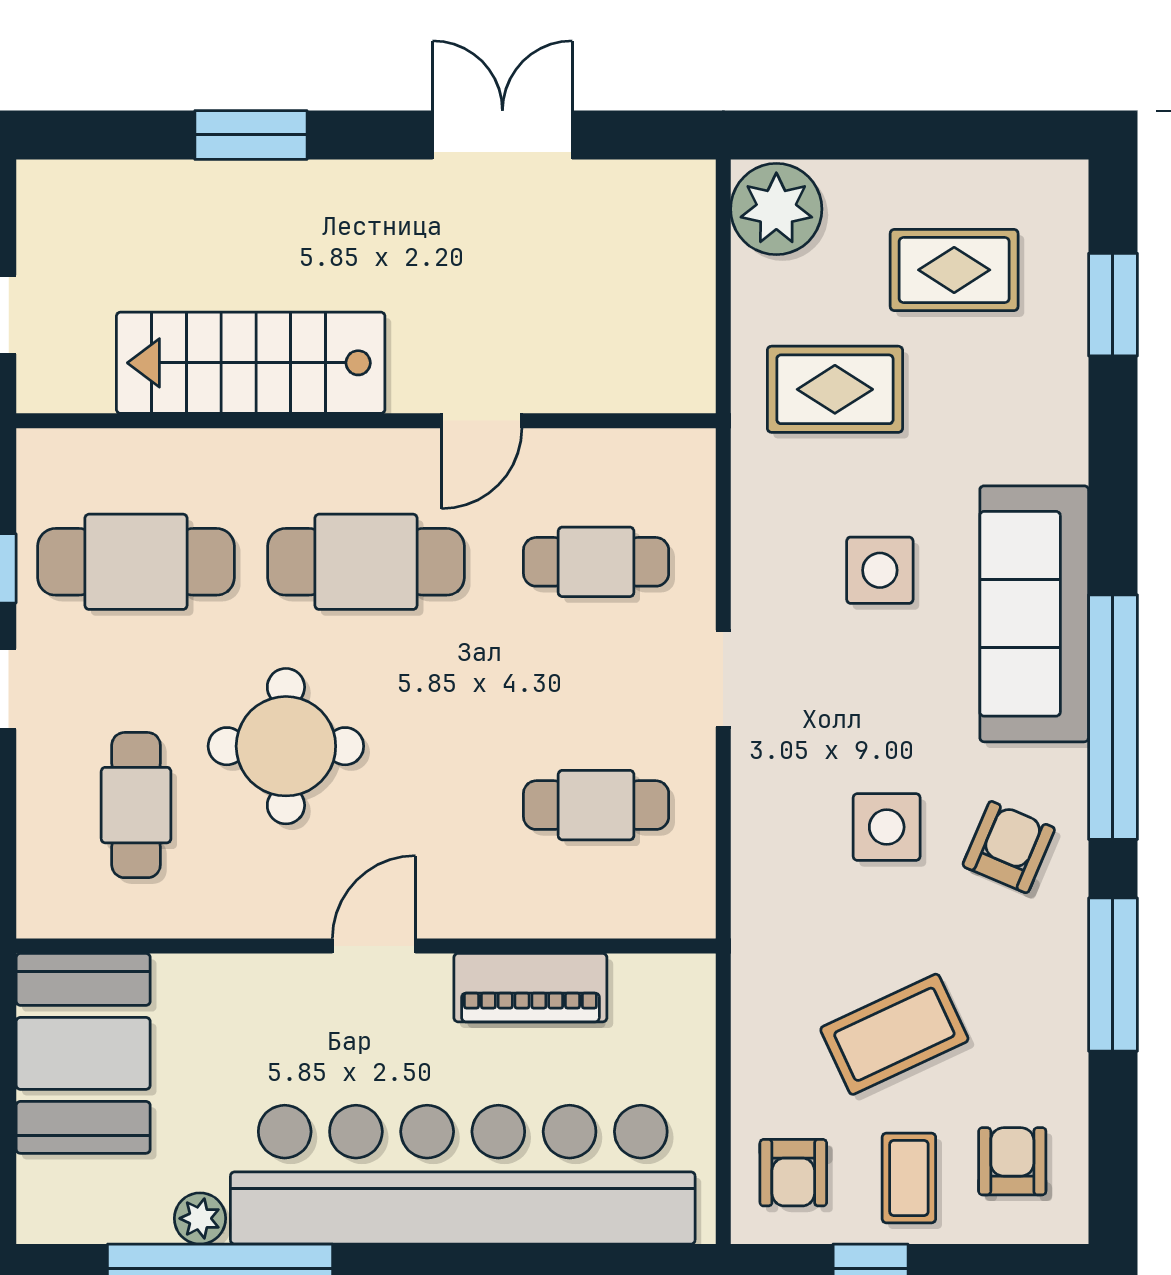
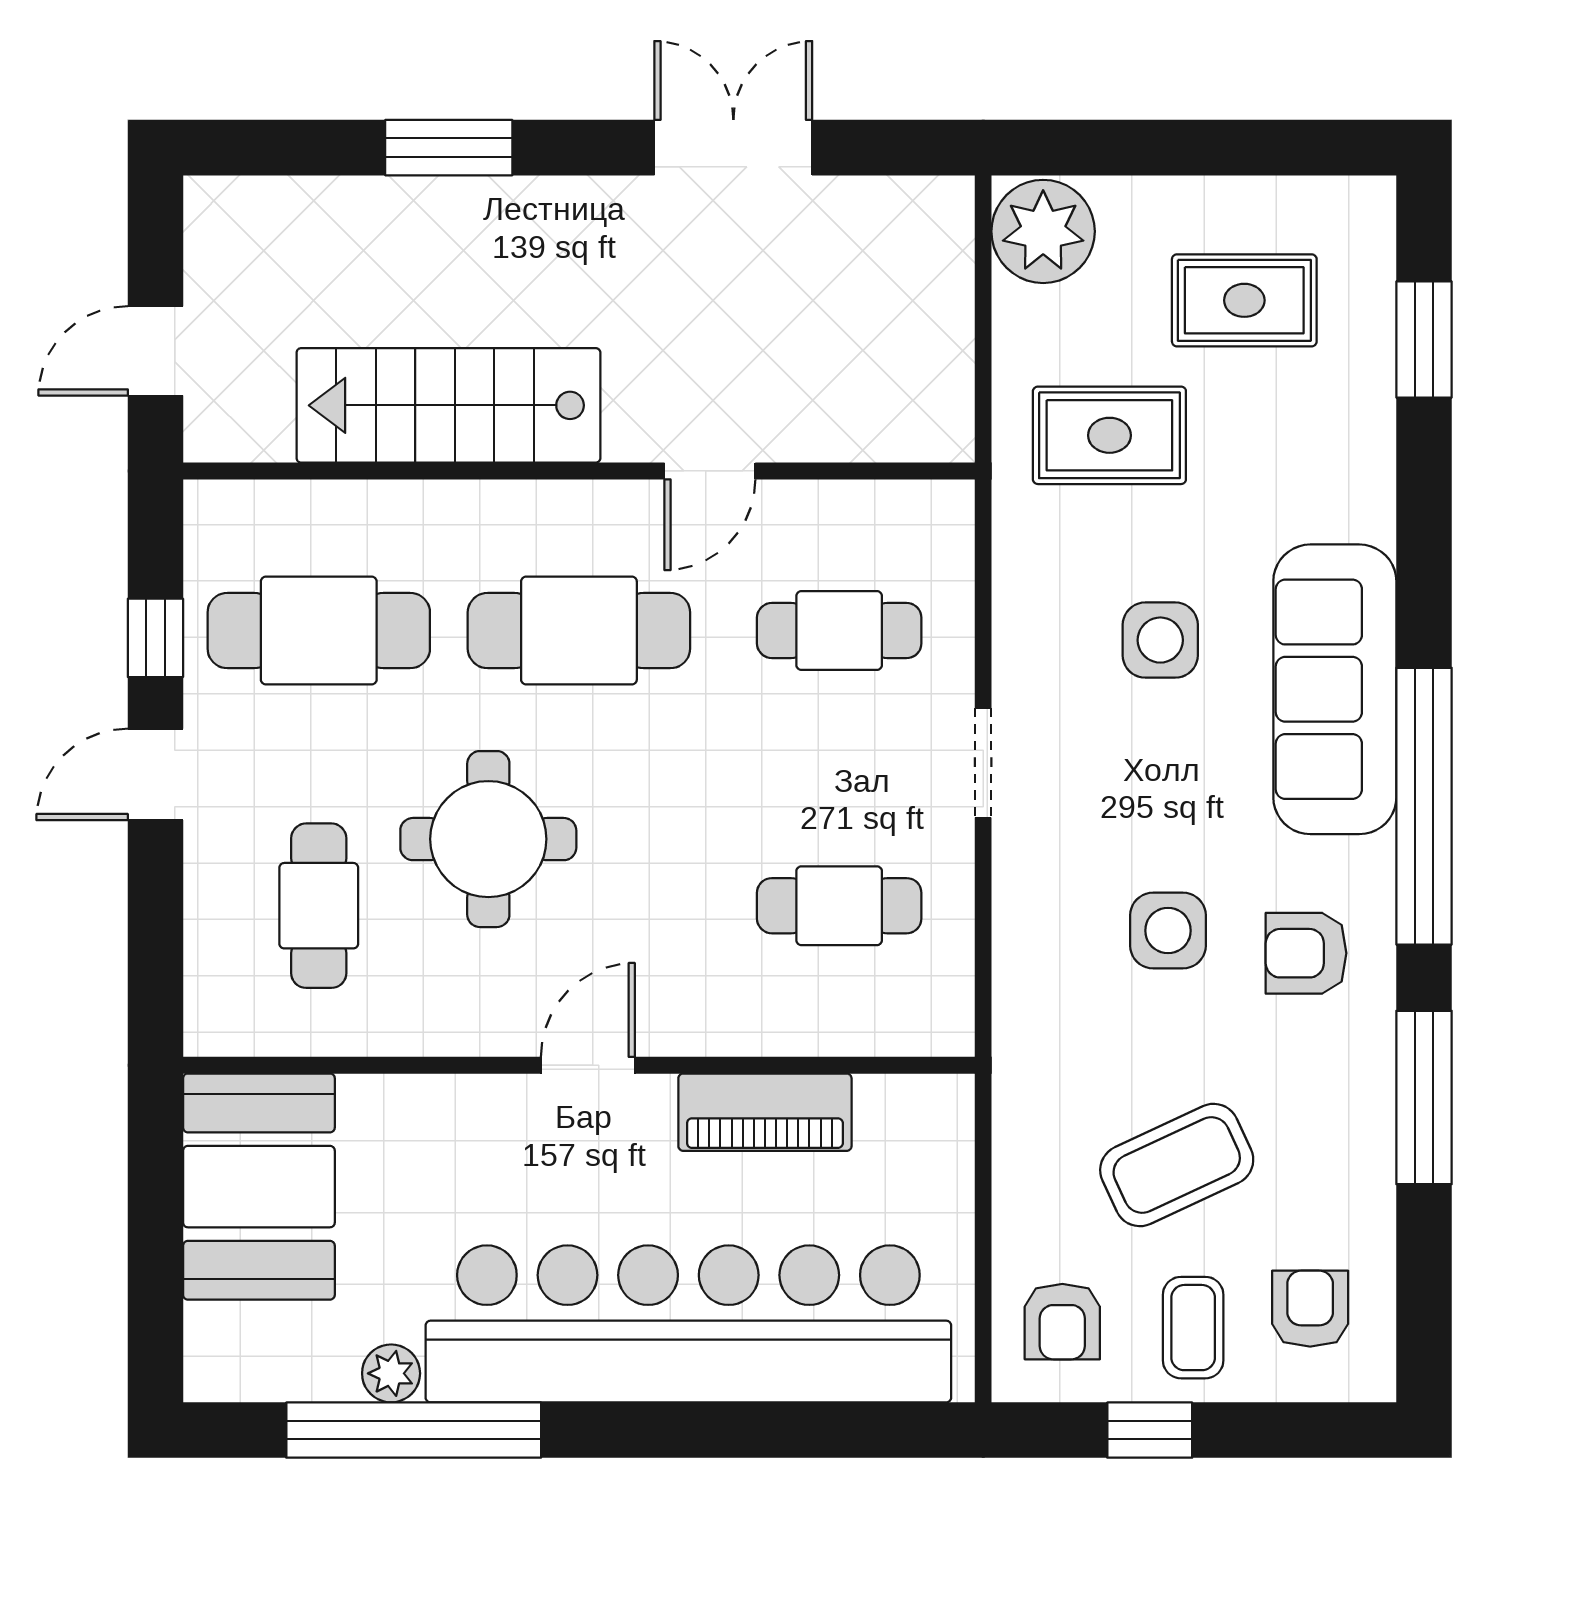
armchair: (1009, 847) -> (1306, 953), turned -113

